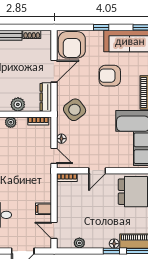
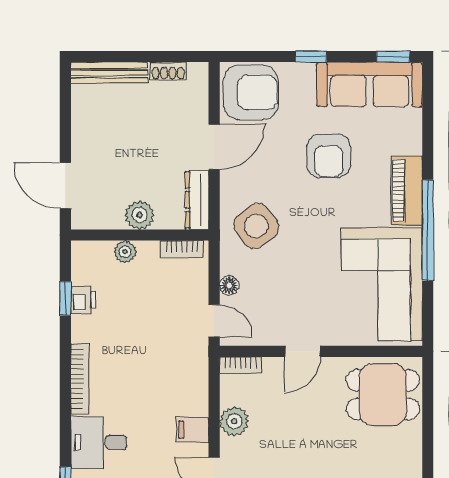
armchair: (72, 45) -> (251, 92), turned -90
armchair: (110, 76) -> (329, 156), turned -90
plant: (64, 205) -> (234, 421), added

